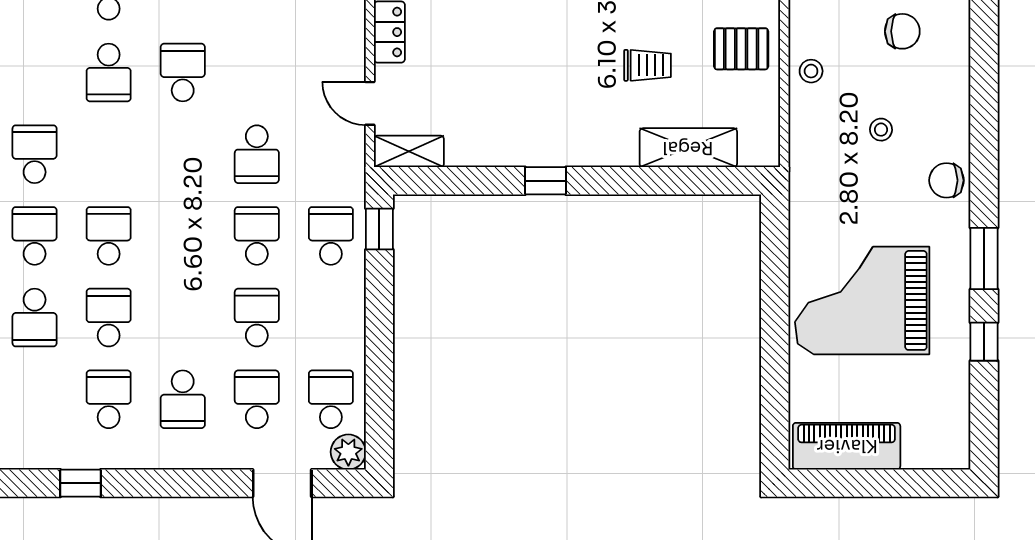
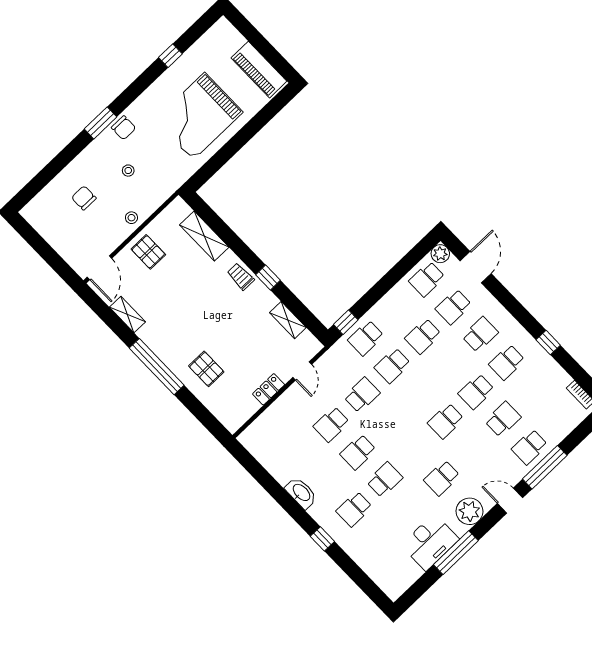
trolley: (648, 65) -> (241, 276), moved
shelving: (409, 151) -> (288, 320), moved
school desk: (35, 236) -> (331, 424), moved
window: (984, 259) -> (101, 123), moved
grand piano: (862, 300) -> (199, 116), turned 90

